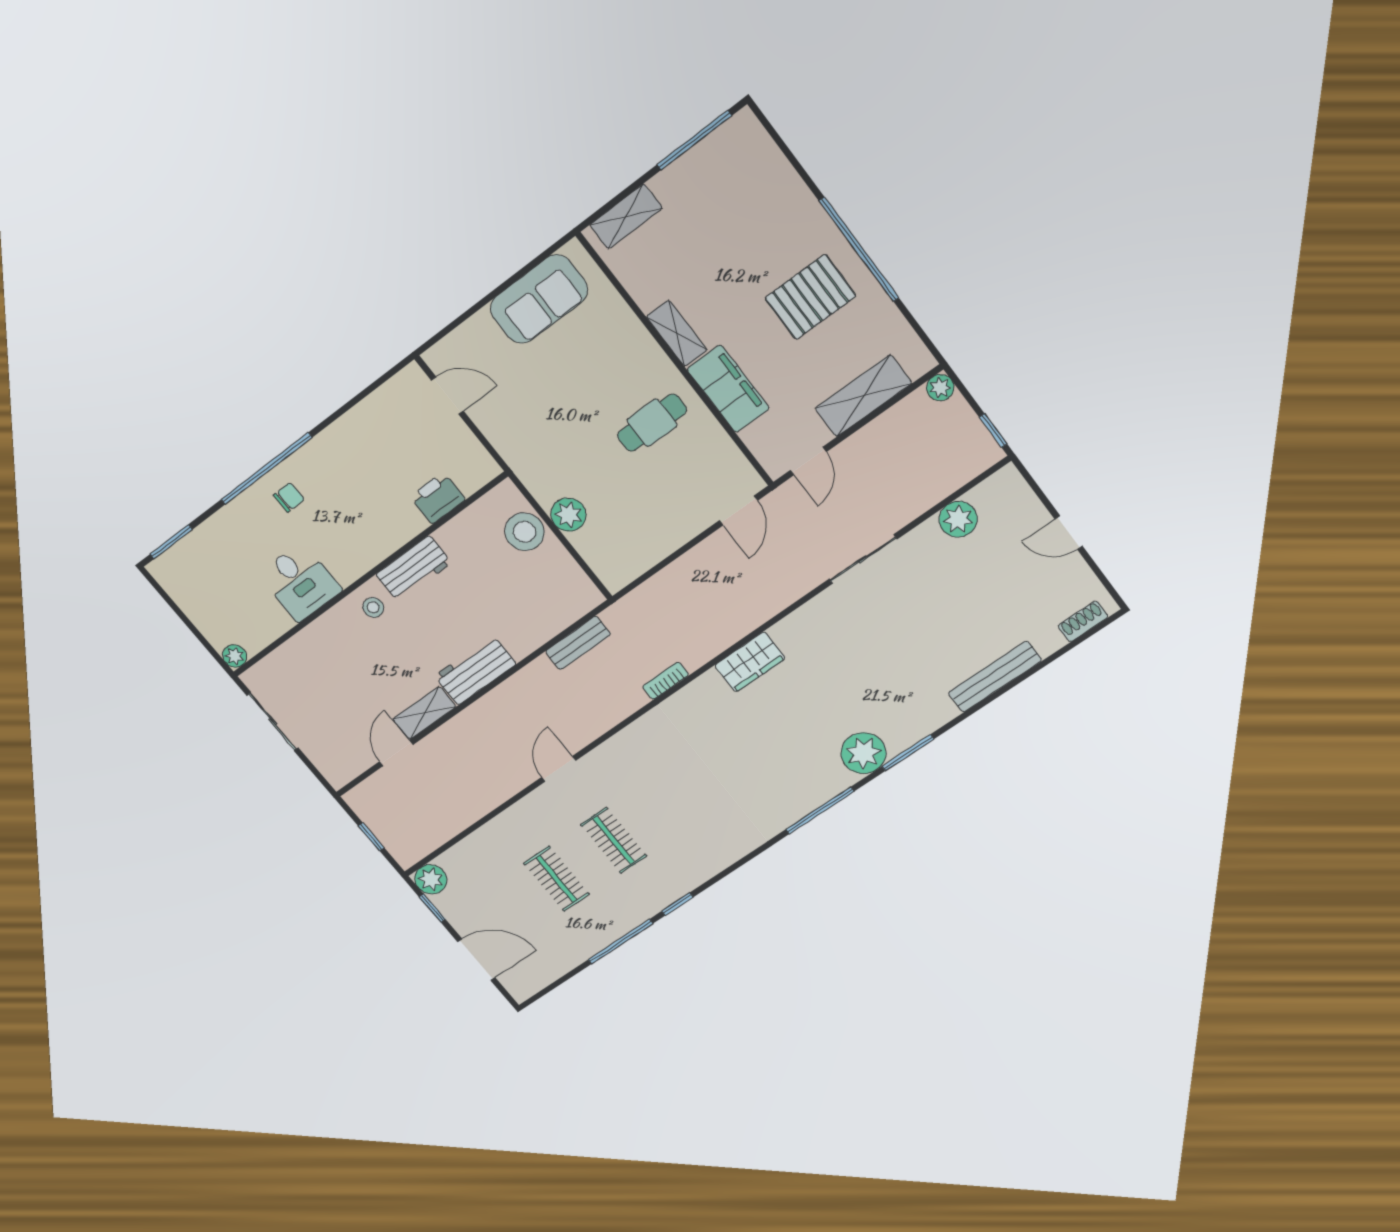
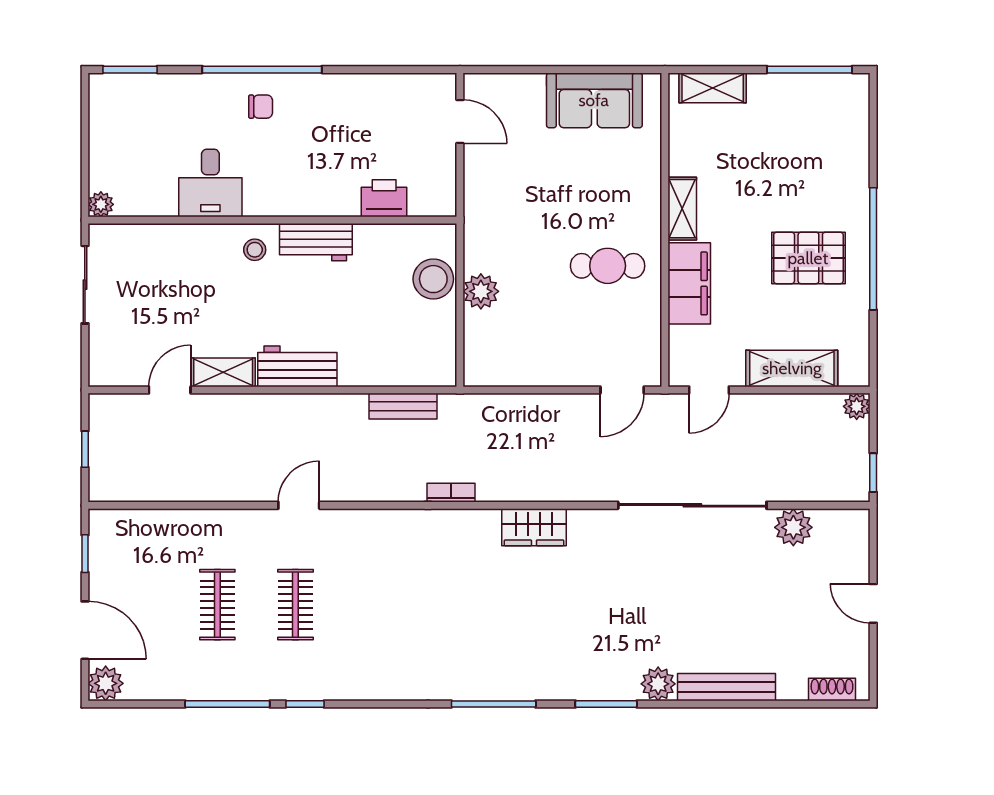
sliding door: (863, 559) -> (692, 505), width x1.86
plant: (864, 753) -> (658, 684), moved, width x0.73, depth x0.73
plant: (431, 879) -> (106, 683), moved

